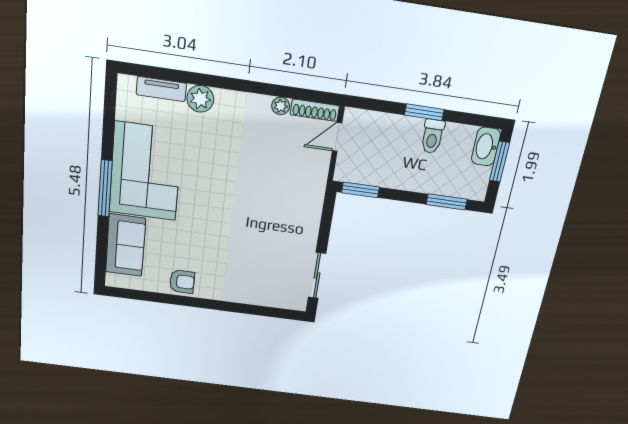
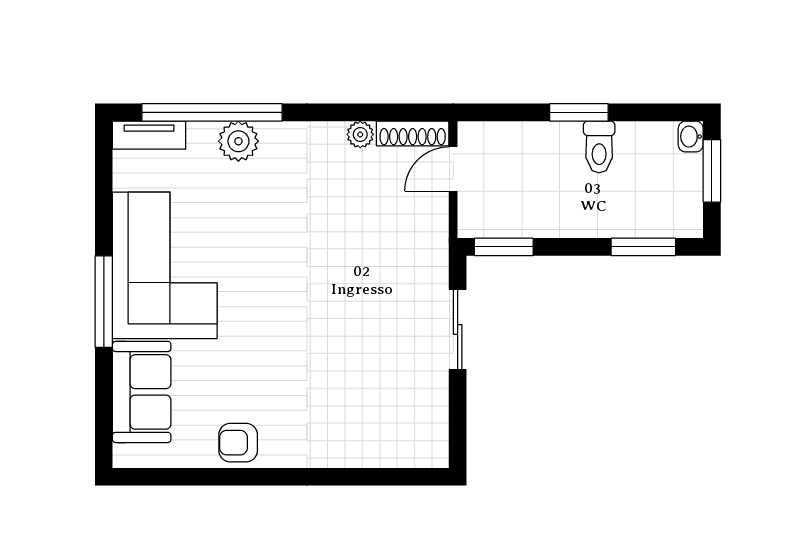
window: (185, 77) -> (212, 112), added
tv unit: (161, 89) -> (149, 135), moved
washbasin: (486, 147) -> (691, 137), width x0.52, depth x0.69
sliding door: (317, 275) -> (458, 329), moved
armchair: (182, 282) -> (238, 443), turned 180

